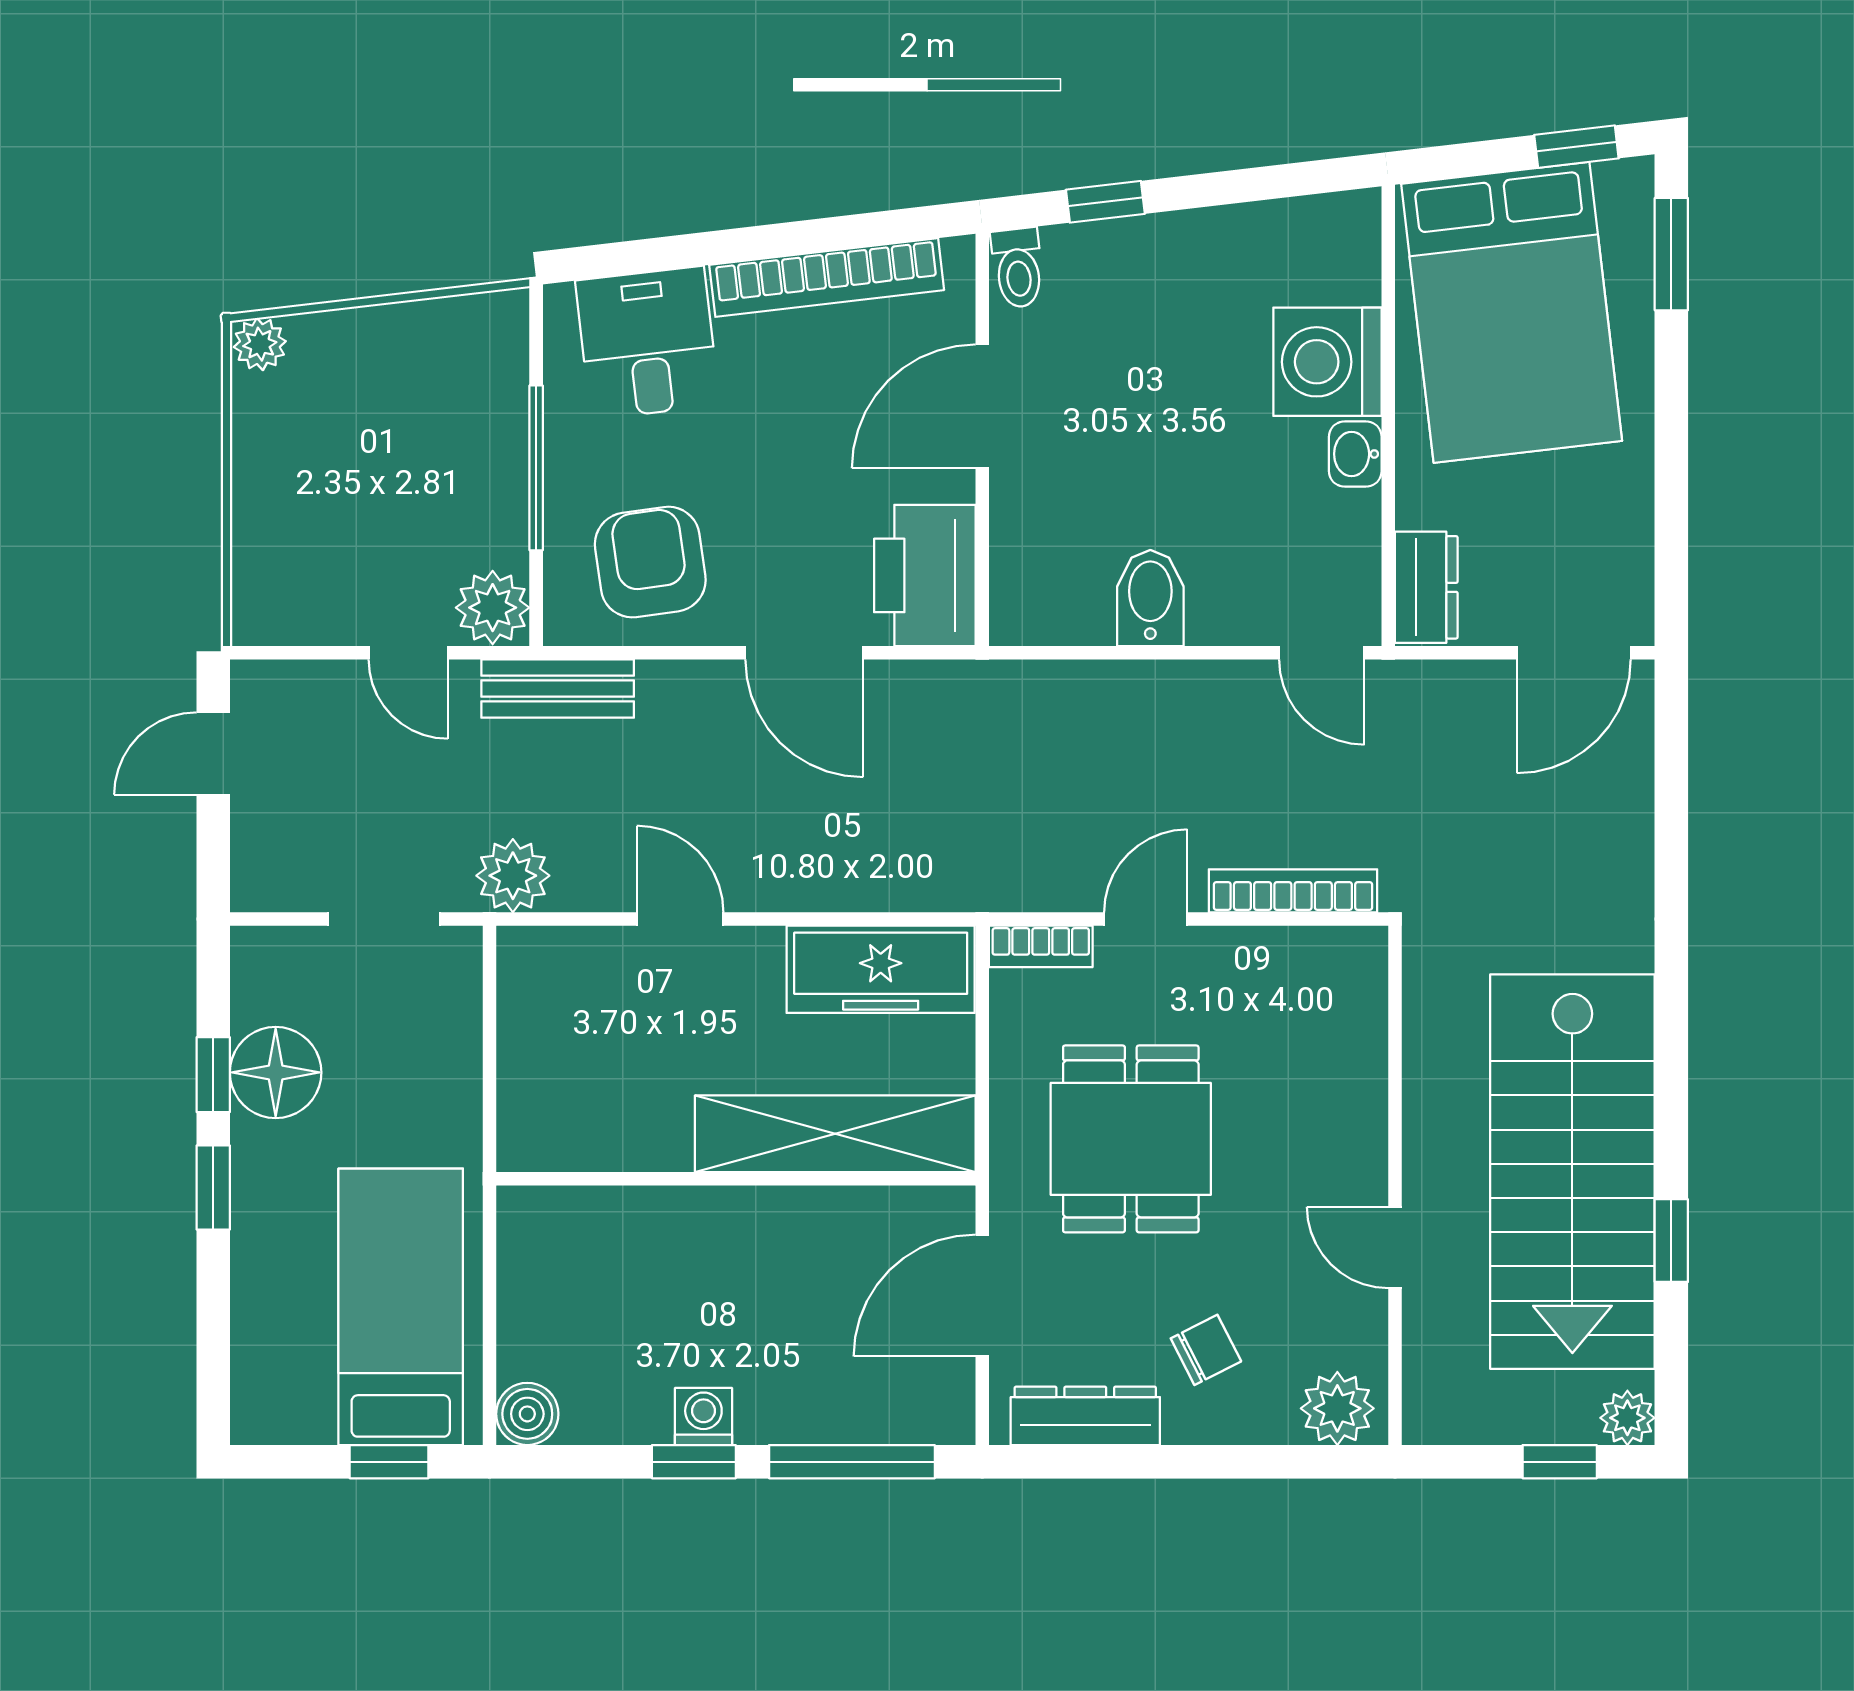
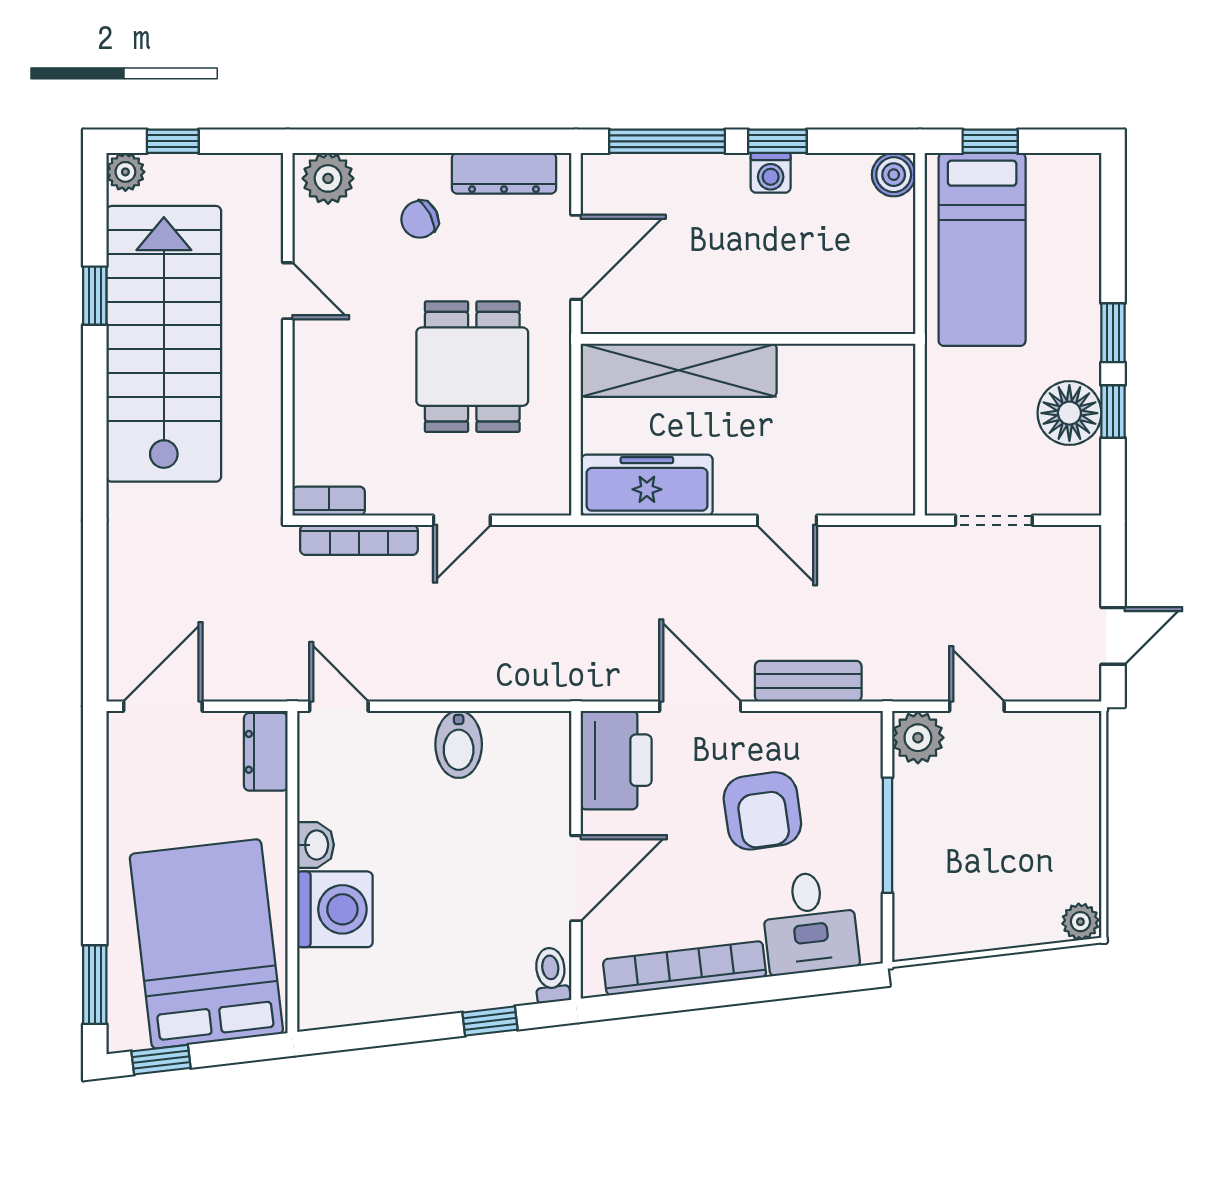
armchair: (650, 562) -> (762, 811), moved
bench: (558, 689) -> (808, 681), moved
plant: (513, 876) -> (904, 550), removed
bookcase: (1041, 946) -> (329, 501), moved

